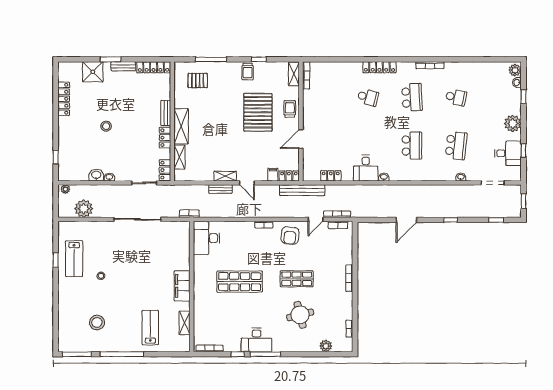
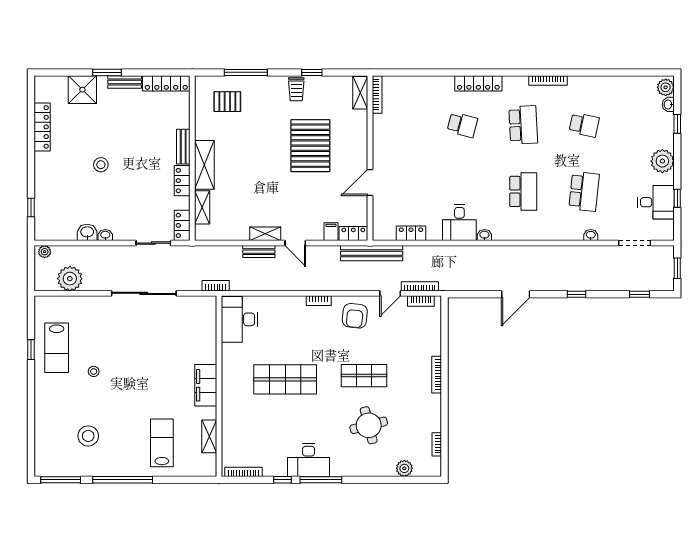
trolley: (290, 109) -> (354, 141), removed

